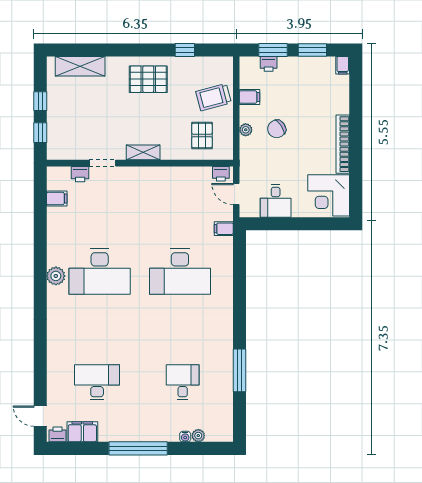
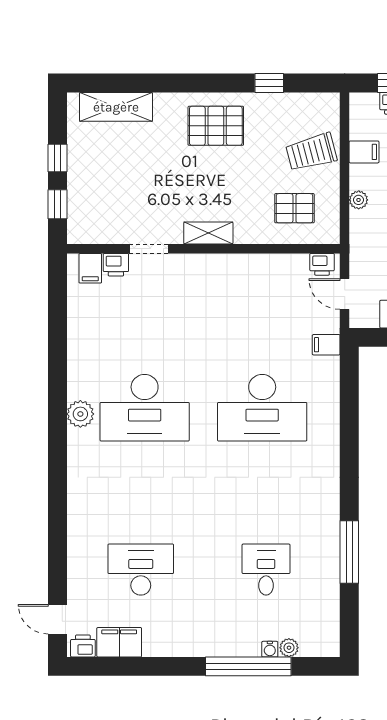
pallet: (202, 135) -> (294, 208), turned 90
filing cabinet: (57, 199) -> (90, 268), moved, turned 90
window: (138, 448) -> (248, 666), moved

